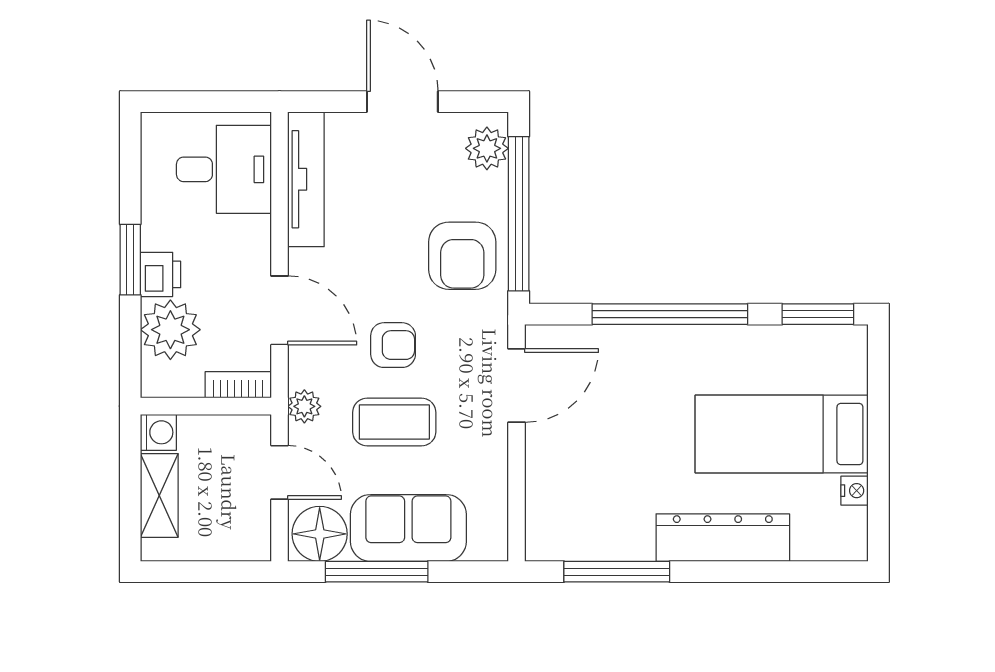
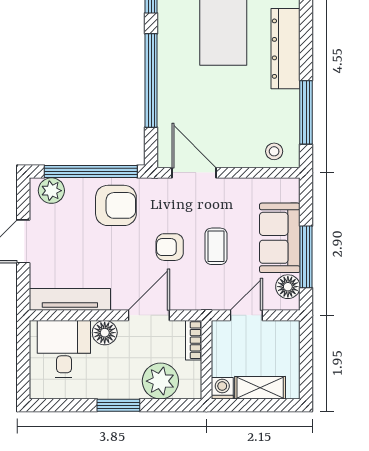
floor lamp: (251, 237) -> (105, 333), added
printer: (161, 274) -> (127, 387), removed
armchair: (393, 345) -> (170, 247), turned -90
plant: (304, 406) -> (207, 300), removed
coffee table: (394, 422) -> (216, 246), width x0.73, depth x0.77
stool: (552, 519) -> (274, 151), added
floor lamp: (320, 534) -> (288, 287), width x0.73, depth x0.73

